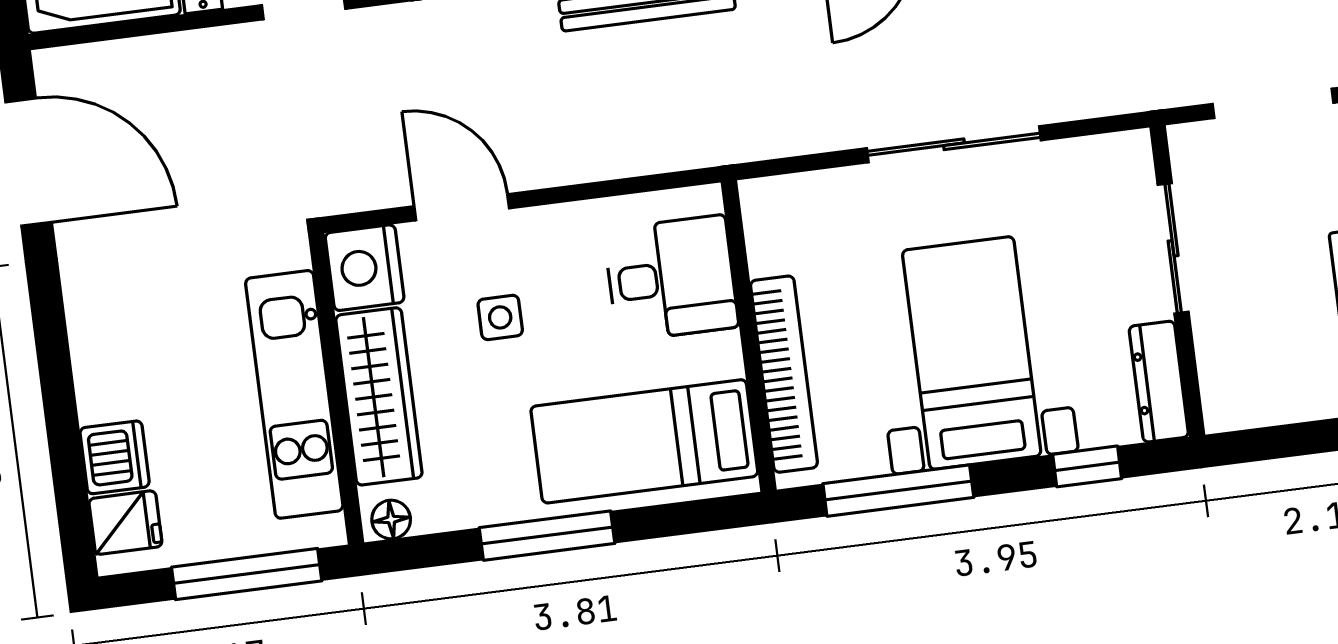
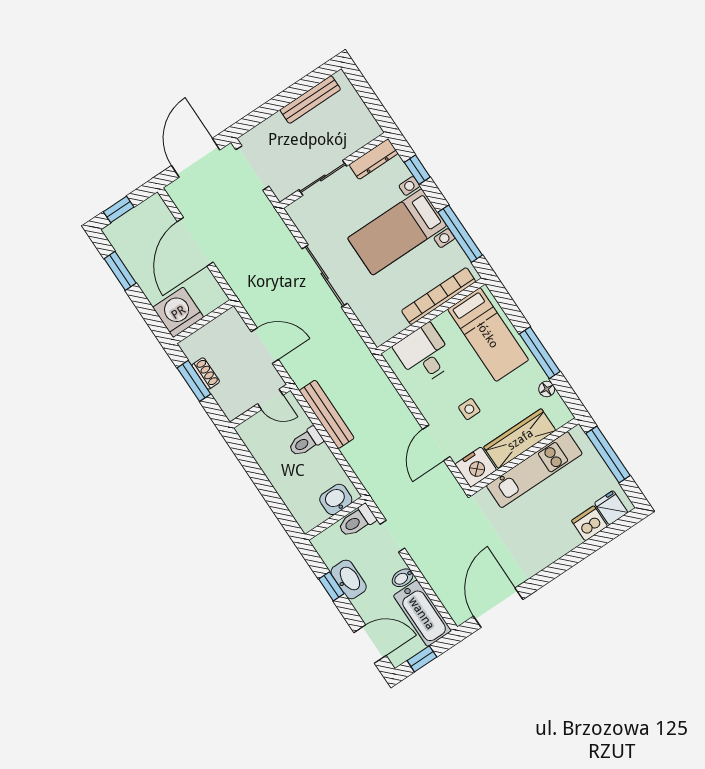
floor lamp: (391, 520) -> (547, 389), moved

